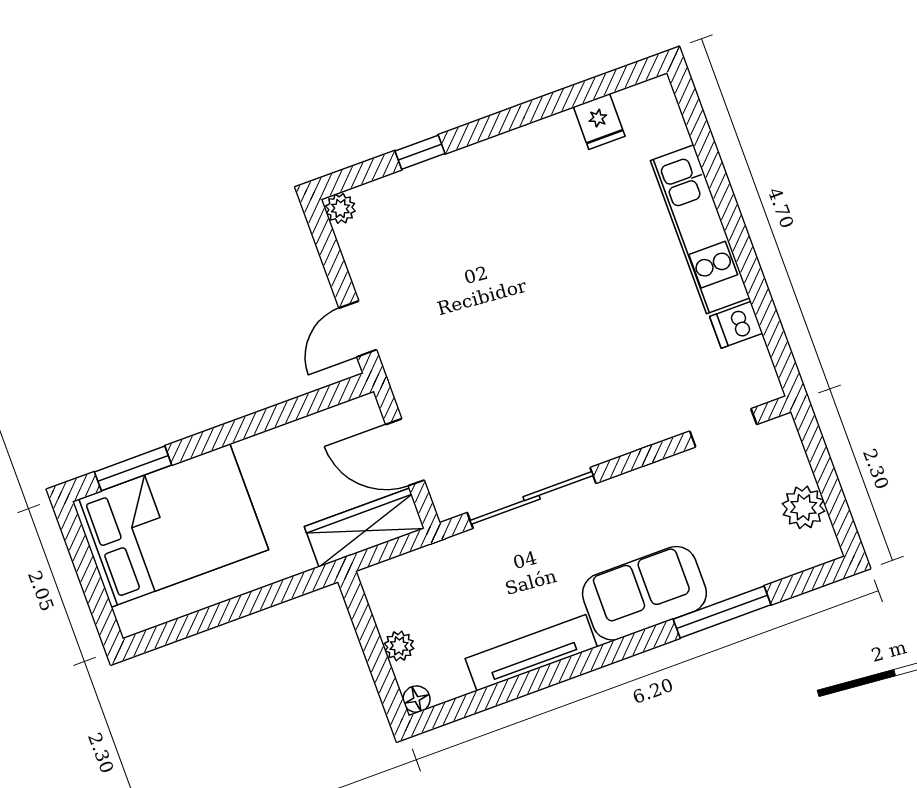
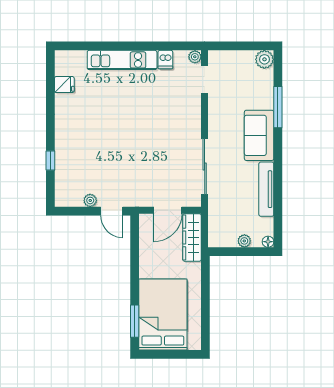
plant: (340, 208) -> (90, 200), moved
plant: (766, 388) -> (195, 57), added
plant: (804, 507) -> (264, 59), moved

